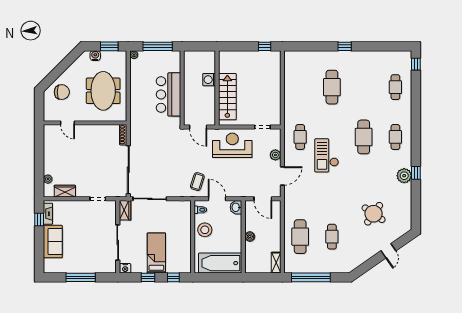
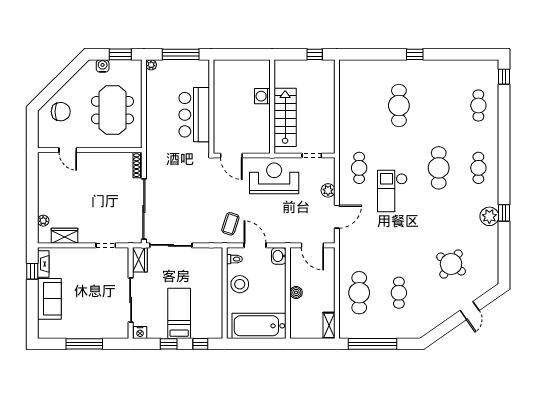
washing machine: (209, 80) -> (262, 96), moved
wall: (217, 88) -> (272, 107), moved
stairs: (227, 97) -> (285, 117), moved

